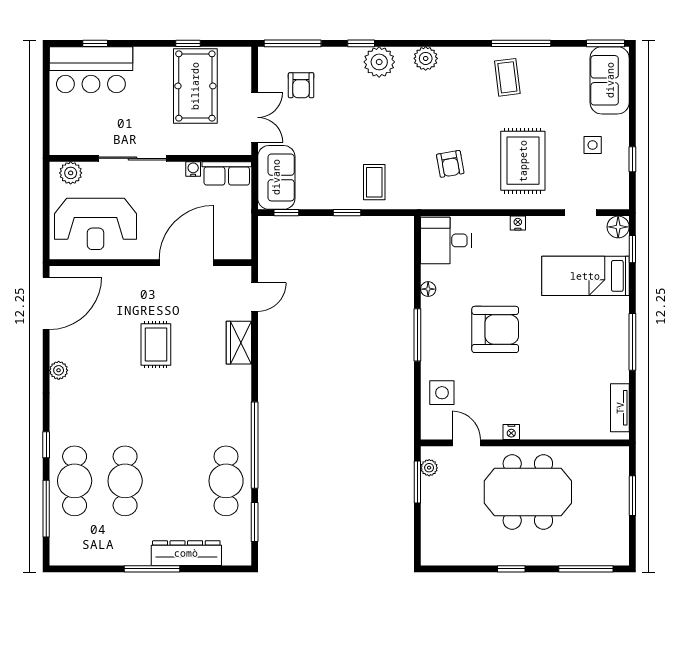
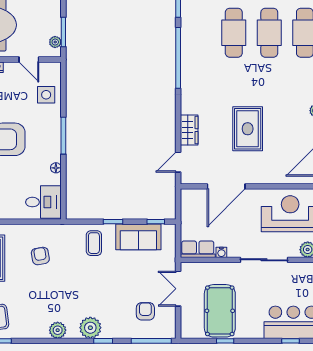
sofa: (276, 177) -> (138, 237), moved, turned -90
rug: (156, 344) -> (248, 129), width x1.36, depth x1.43
cafe table: (226, 481) -> (234, 33), moved

